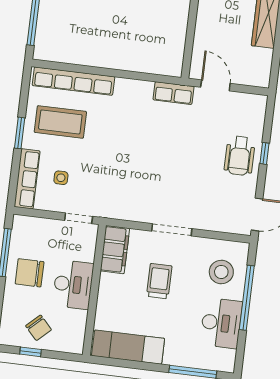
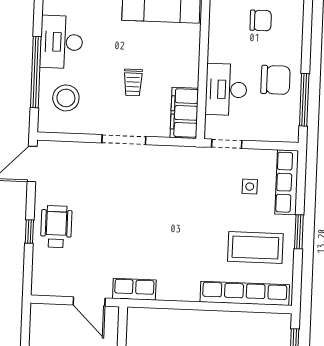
trolley: (159, 281) -> (133, 82), width x0.73, depth x0.72
desk: (73, 285) -> (226, 89), moved
chair: (39, 328) -> (261, 20), turned 133

